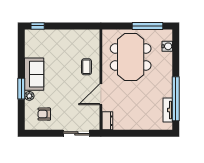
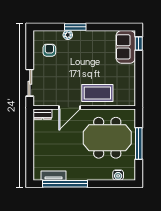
window: (147, 26) -> (139, 143), moved
coffee table: (86, 67) -> (97, 93), width x1.86, depth x1.72
sofa: (34, 74) -> (126, 47), moved, turned 90
door: (101, 94) -> (69, 108), swing flipped

